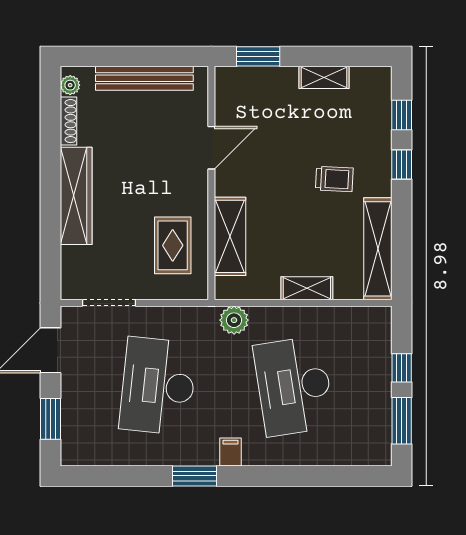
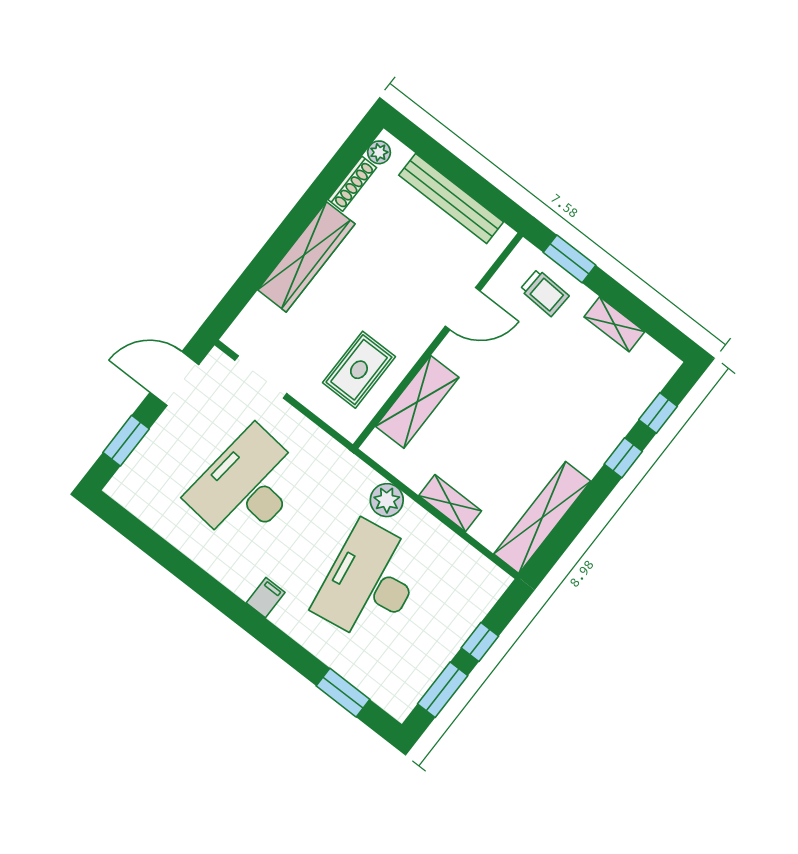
trolley: (334, 179) -> (545, 293), moved
plant: (234, 320) -> (387, 500), moved
window: (195, 476) -> (343, 693), moved

